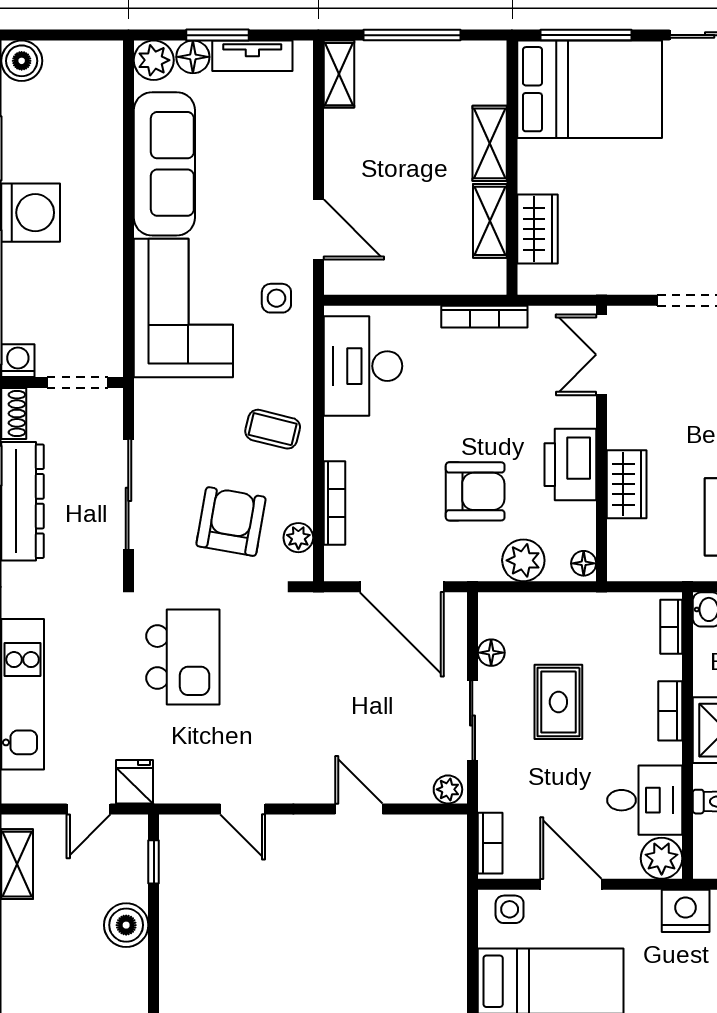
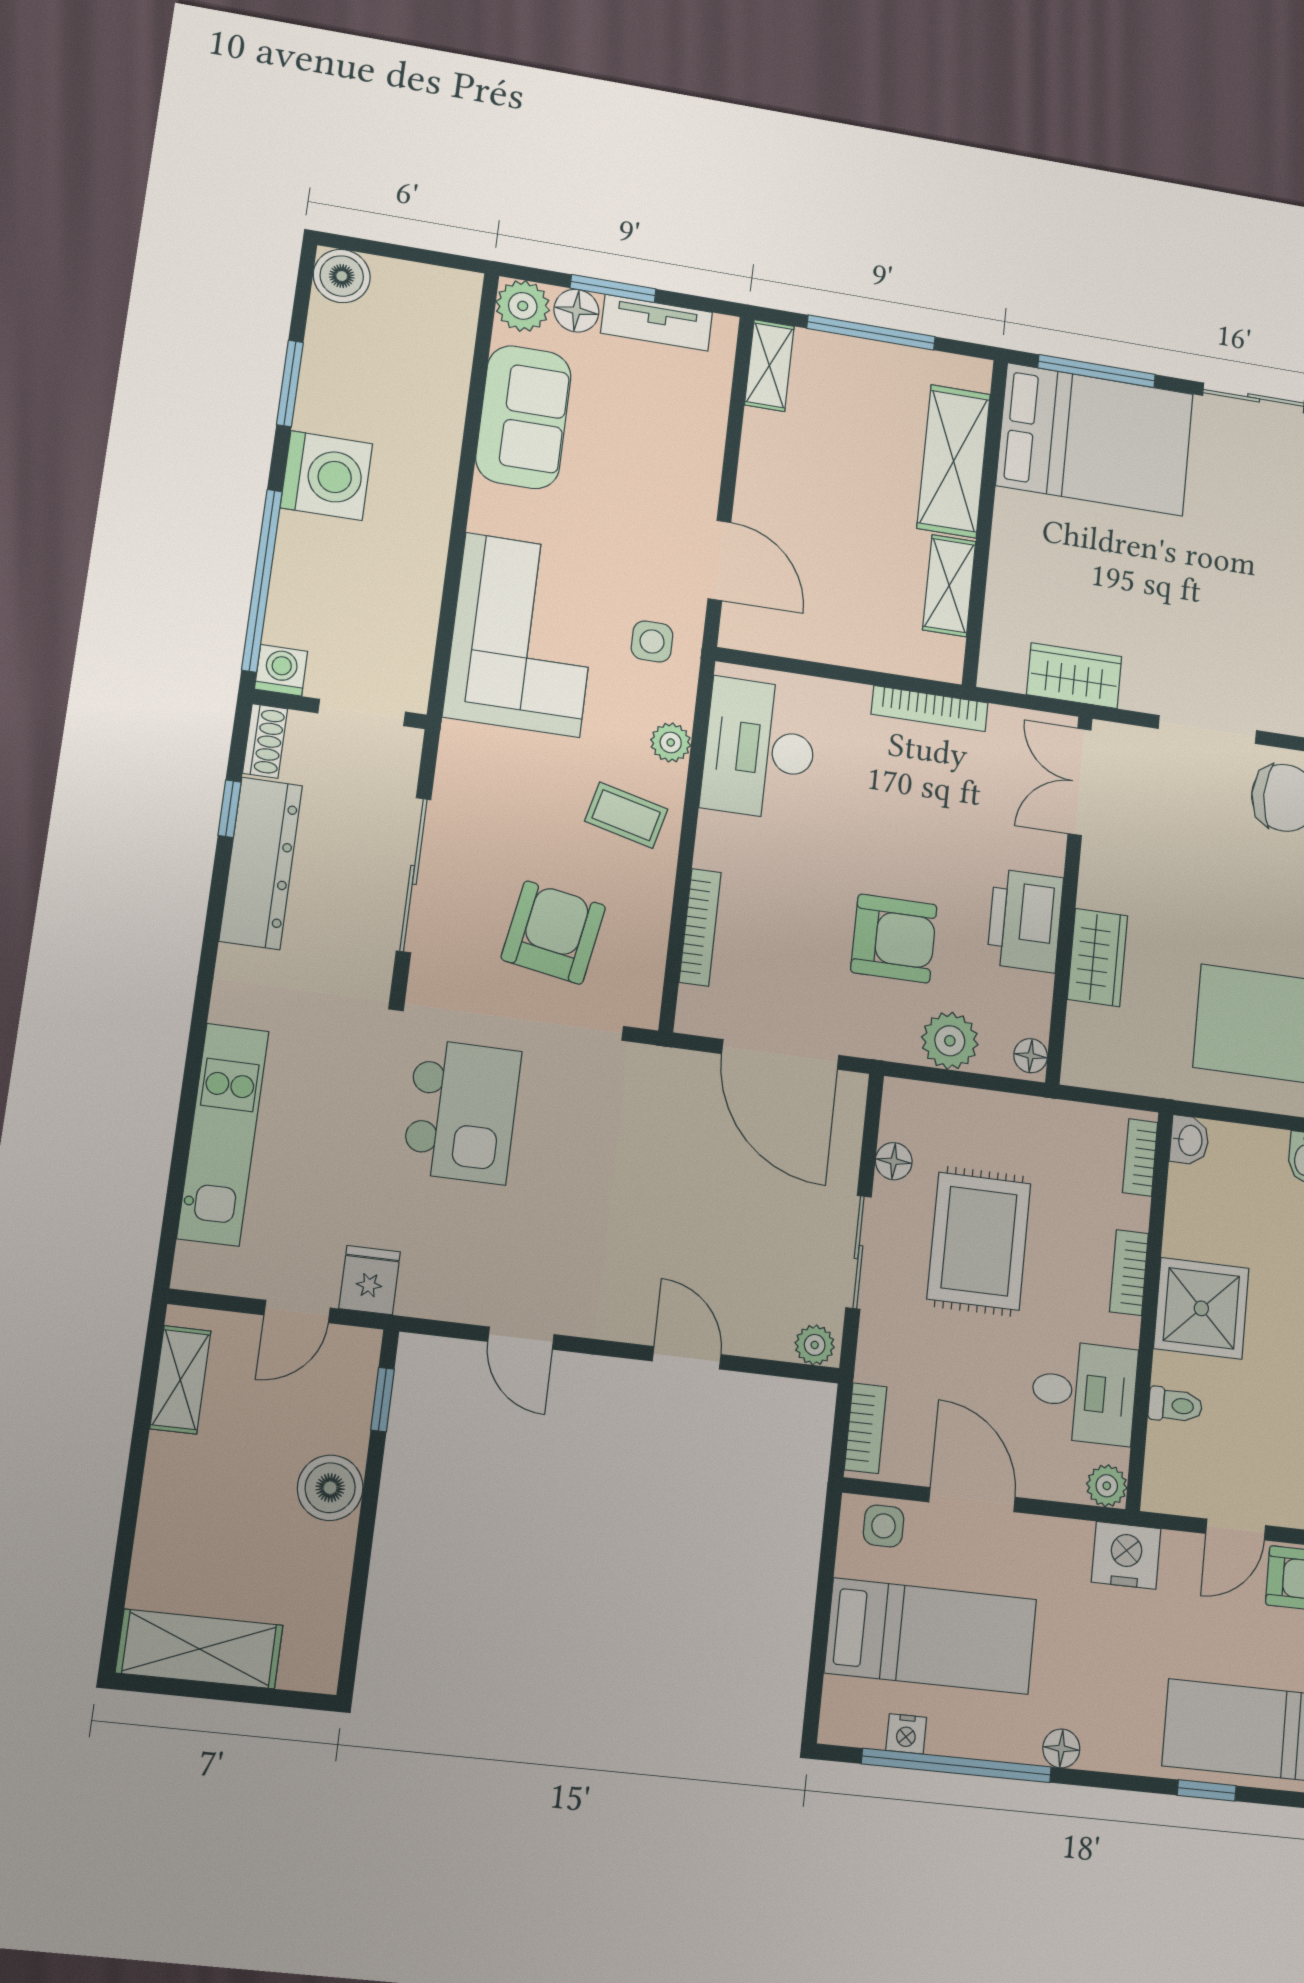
shelving: (490, 143) -> (954, 461), width x1.50, depth x1.33
sofa: (164, 164) -> (523, 417), width x0.73
wardrobe: (537, 229) -> (1074, 676), moved, turned -90
plant: (298, 538) -> (671, 743), moved
rug: (558, 702) -> (979, 1241), width x1.36, depth x1.43
plant: (662, 858) -> (1107, 1486), width x0.73, depth x0.73

